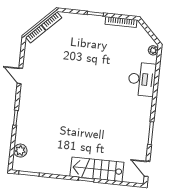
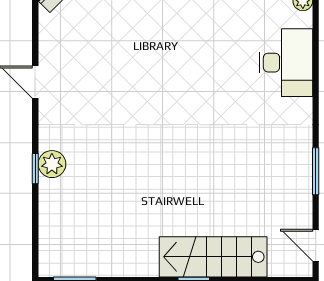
plant: (20, 151) -> (52, 164), moved

